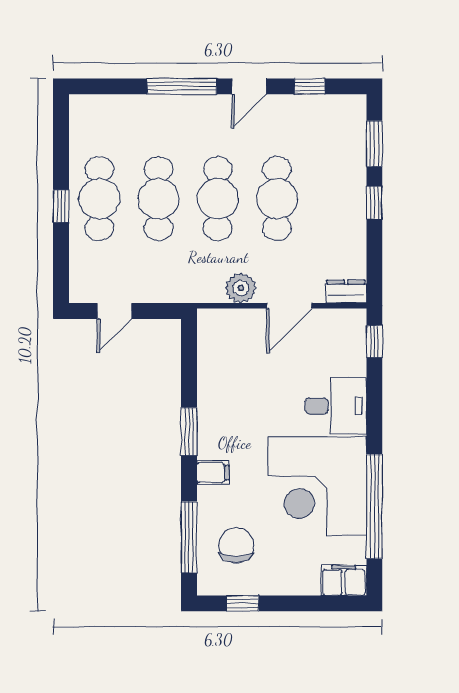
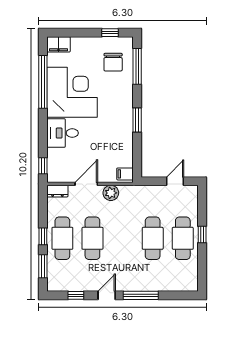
cafe table: (218, 199) -> (62, 238), moved
filing cabinet: (213, 473) -> (125, 174), moved

